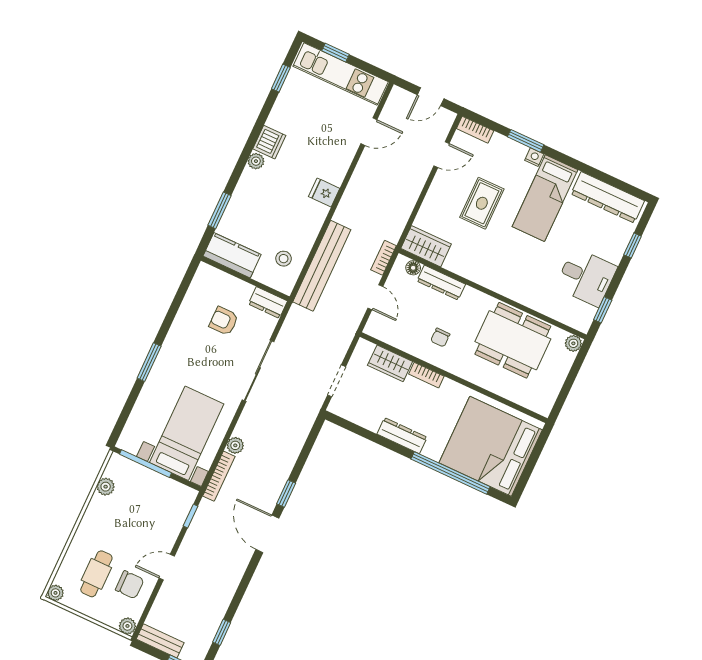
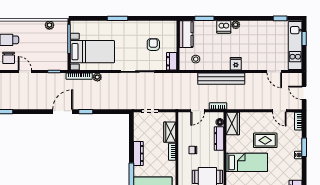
dishwasher: (269, 142) -> (224, 27), moved
bed: (545, 198) -> (247, 162), moved, turned 180
bench: (322, 266) -> (221, 79), moved

